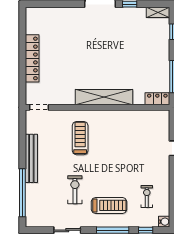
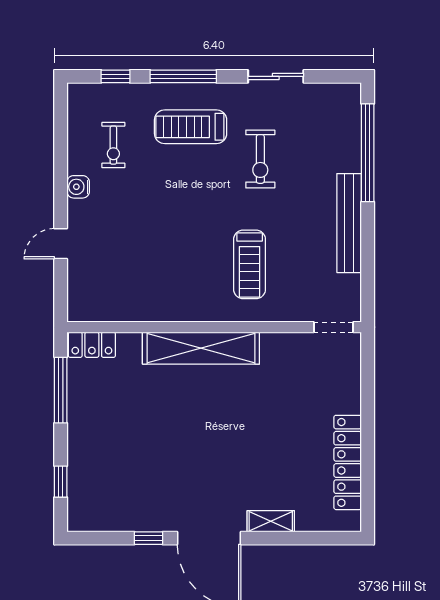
shelving: (158, 12) -> (271, 521), moved
locker: (32, 58) -> (348, 462), moved
water cooler: (164, 222) -> (78, 187), moved

